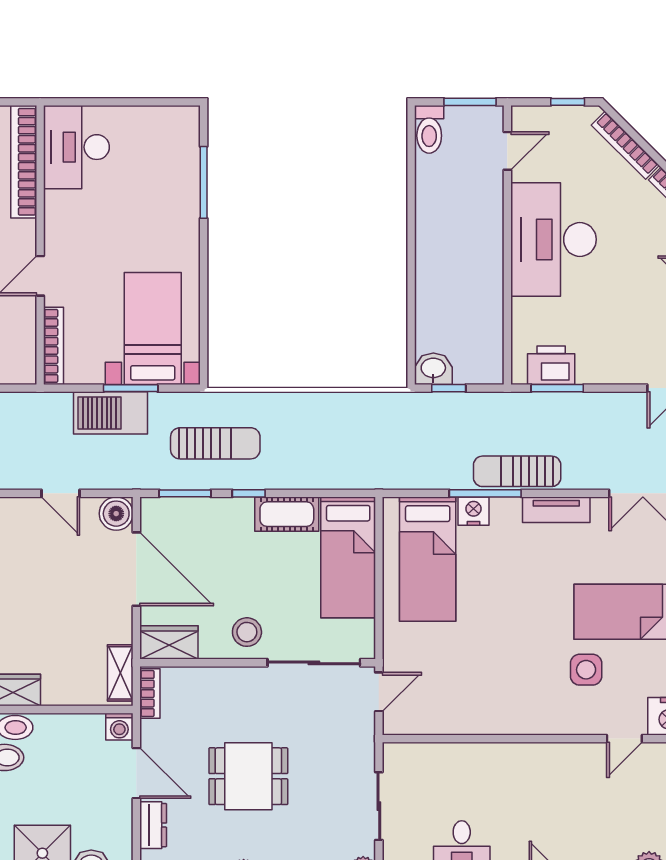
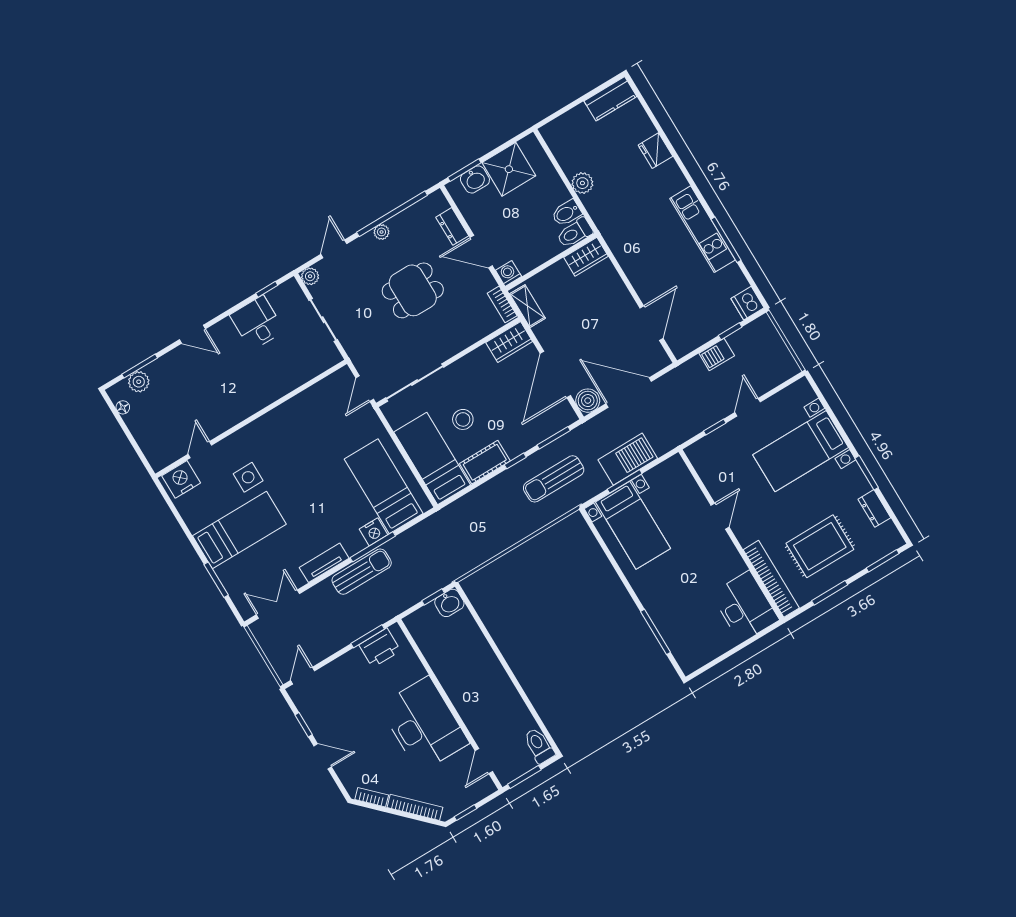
bookcase: (54, 346) -> (686, 479), removed
door: (61, 493) -> (629, 393), width x1.88
door: (136, 569) -> (555, 375), hinge flipped
stool: (247, 632) -> (463, 419), moved

